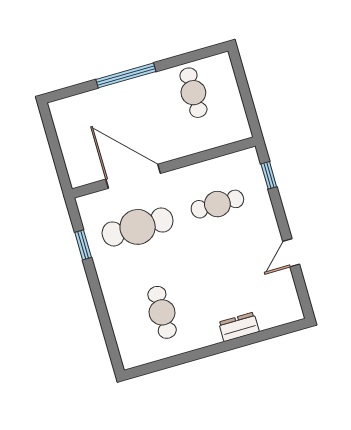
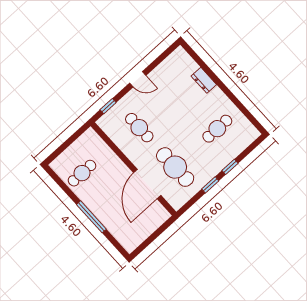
window: (83, 245) -> (210, 185), moved
door: (291, 253) -> (138, 79), moved
window: (100, 304) -> (230, 167), added

